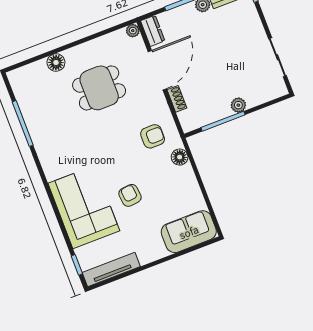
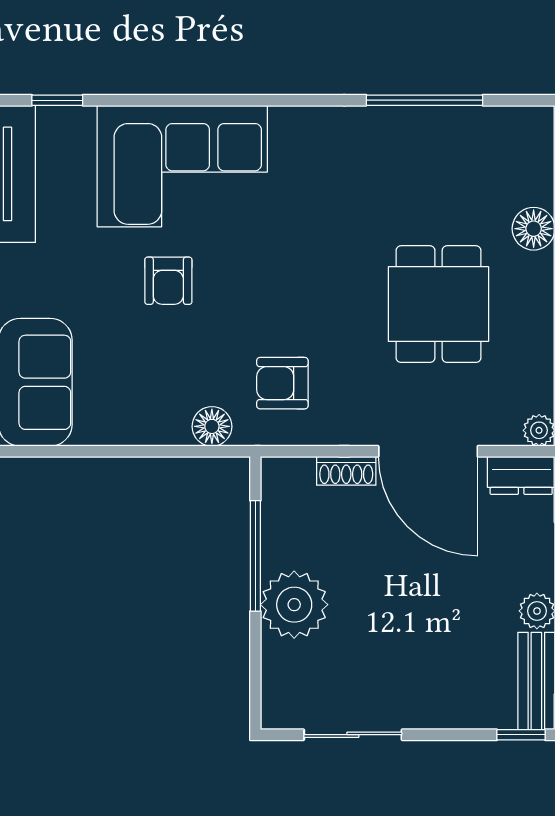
plant: (238, 105) -> (294, 605), width x1.87, depth x1.87
armchair: (153, 136) -> (282, 383), turned 90
armchair: (130, 195) -> (168, 281), turned 96

